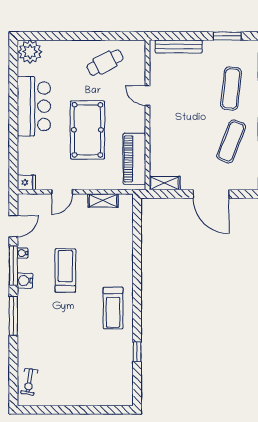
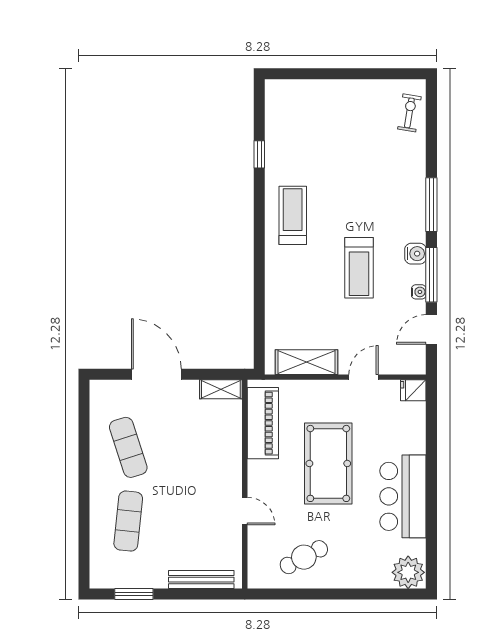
exercise mat: (231, 141) -> (128, 447), turned -39
shelving: (103, 200) -> (306, 362), width x1.50, depth x1.33

